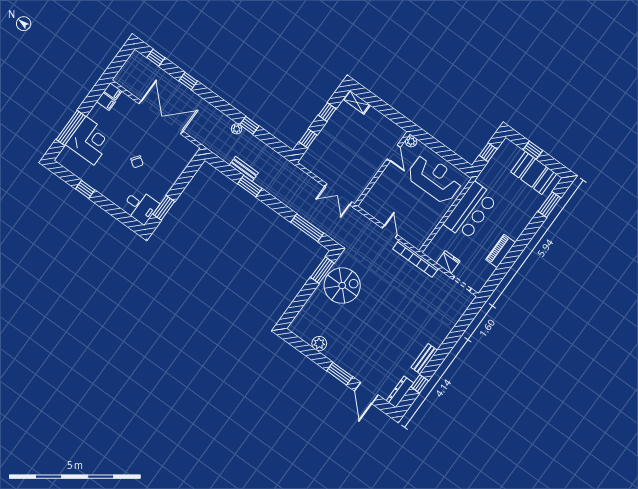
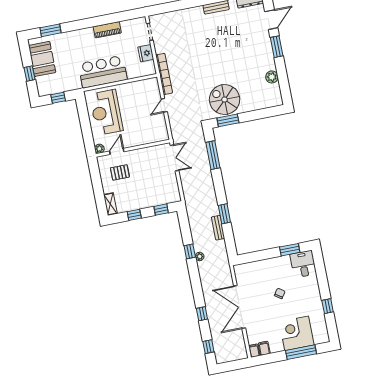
pallet: (374, 137) -> (120, 172), added

